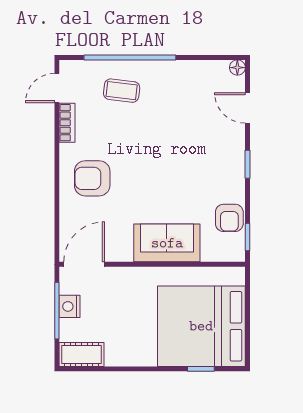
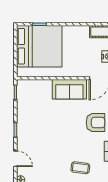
armchair: (229, 218) -> (25, 102), removed
sofa: (167, 243) -> (69, 89), moved

